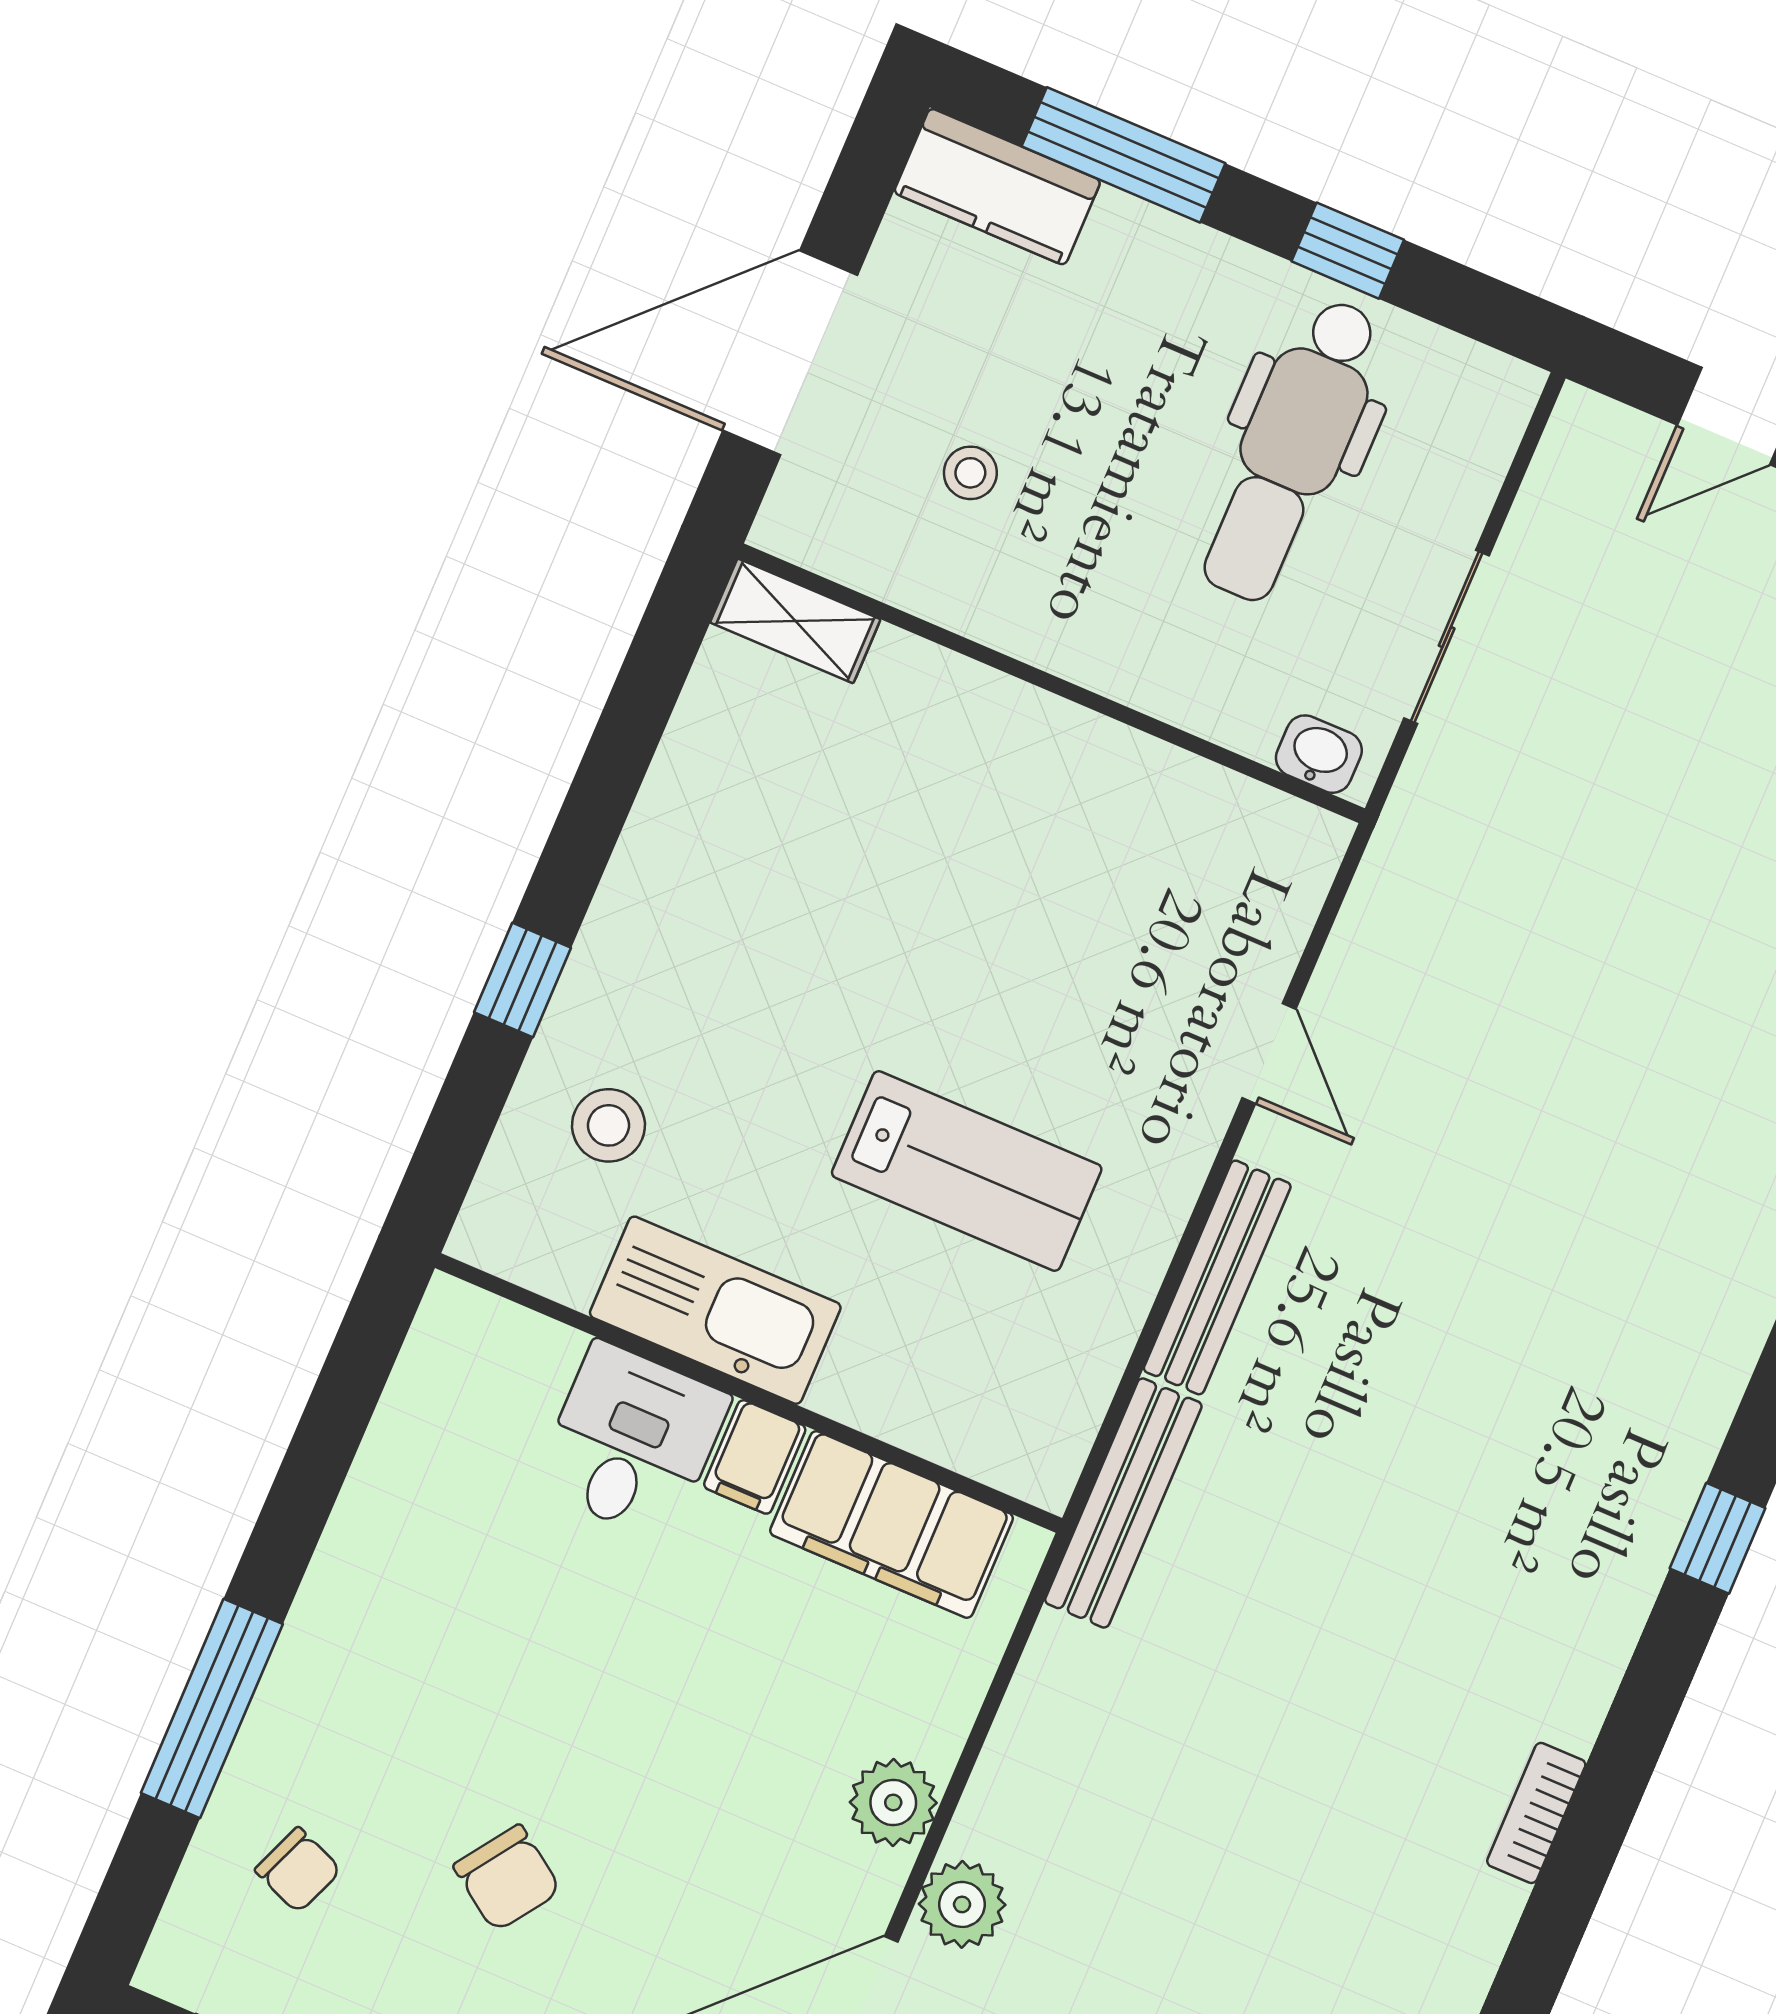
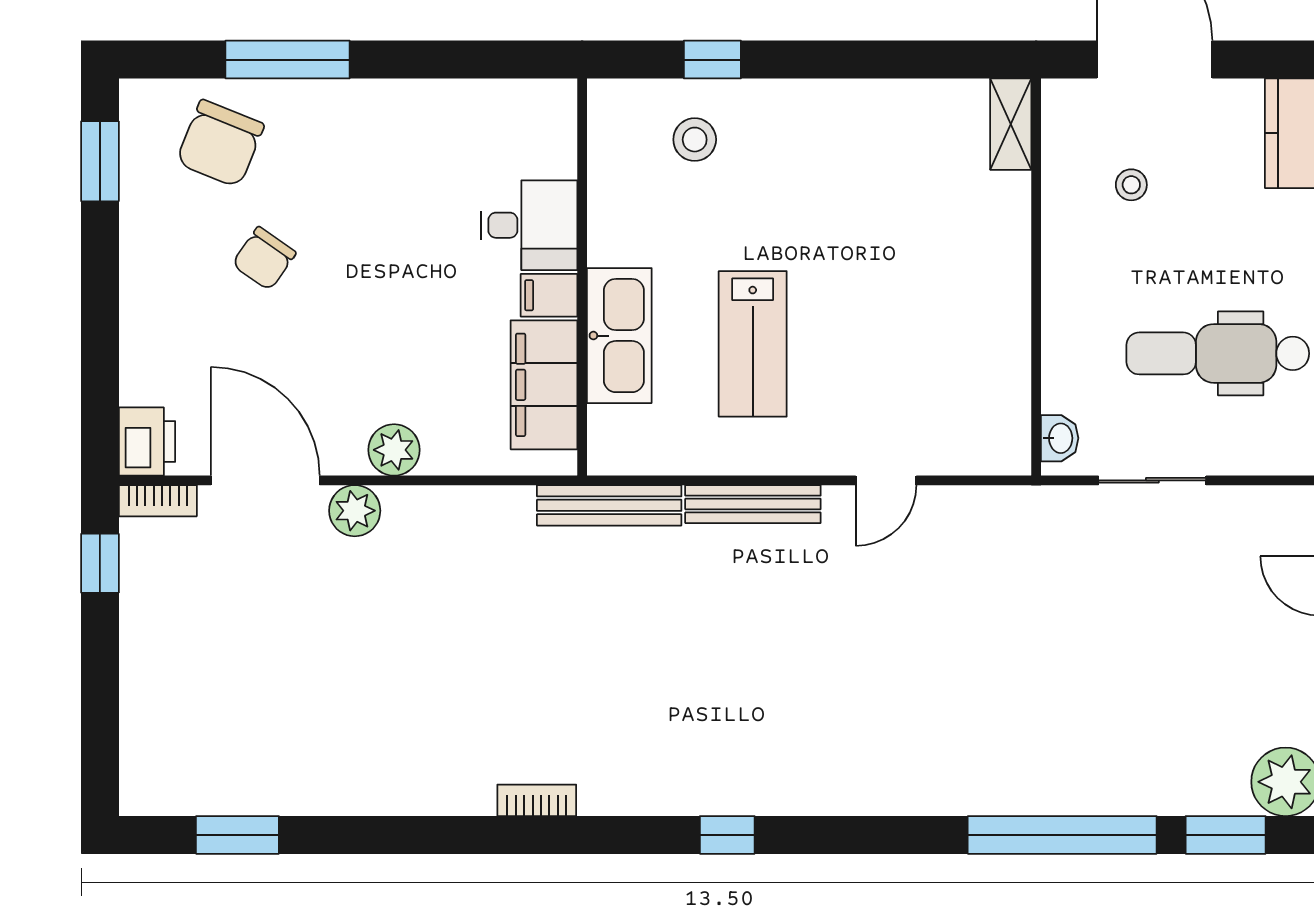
window: (523, 980) -> (712, 60), moved
kitchen sink: (715, 1310) -> (619, 336), moved
chair: (298, 1870) -> (220, 143), width x1.87, depth x1.87

